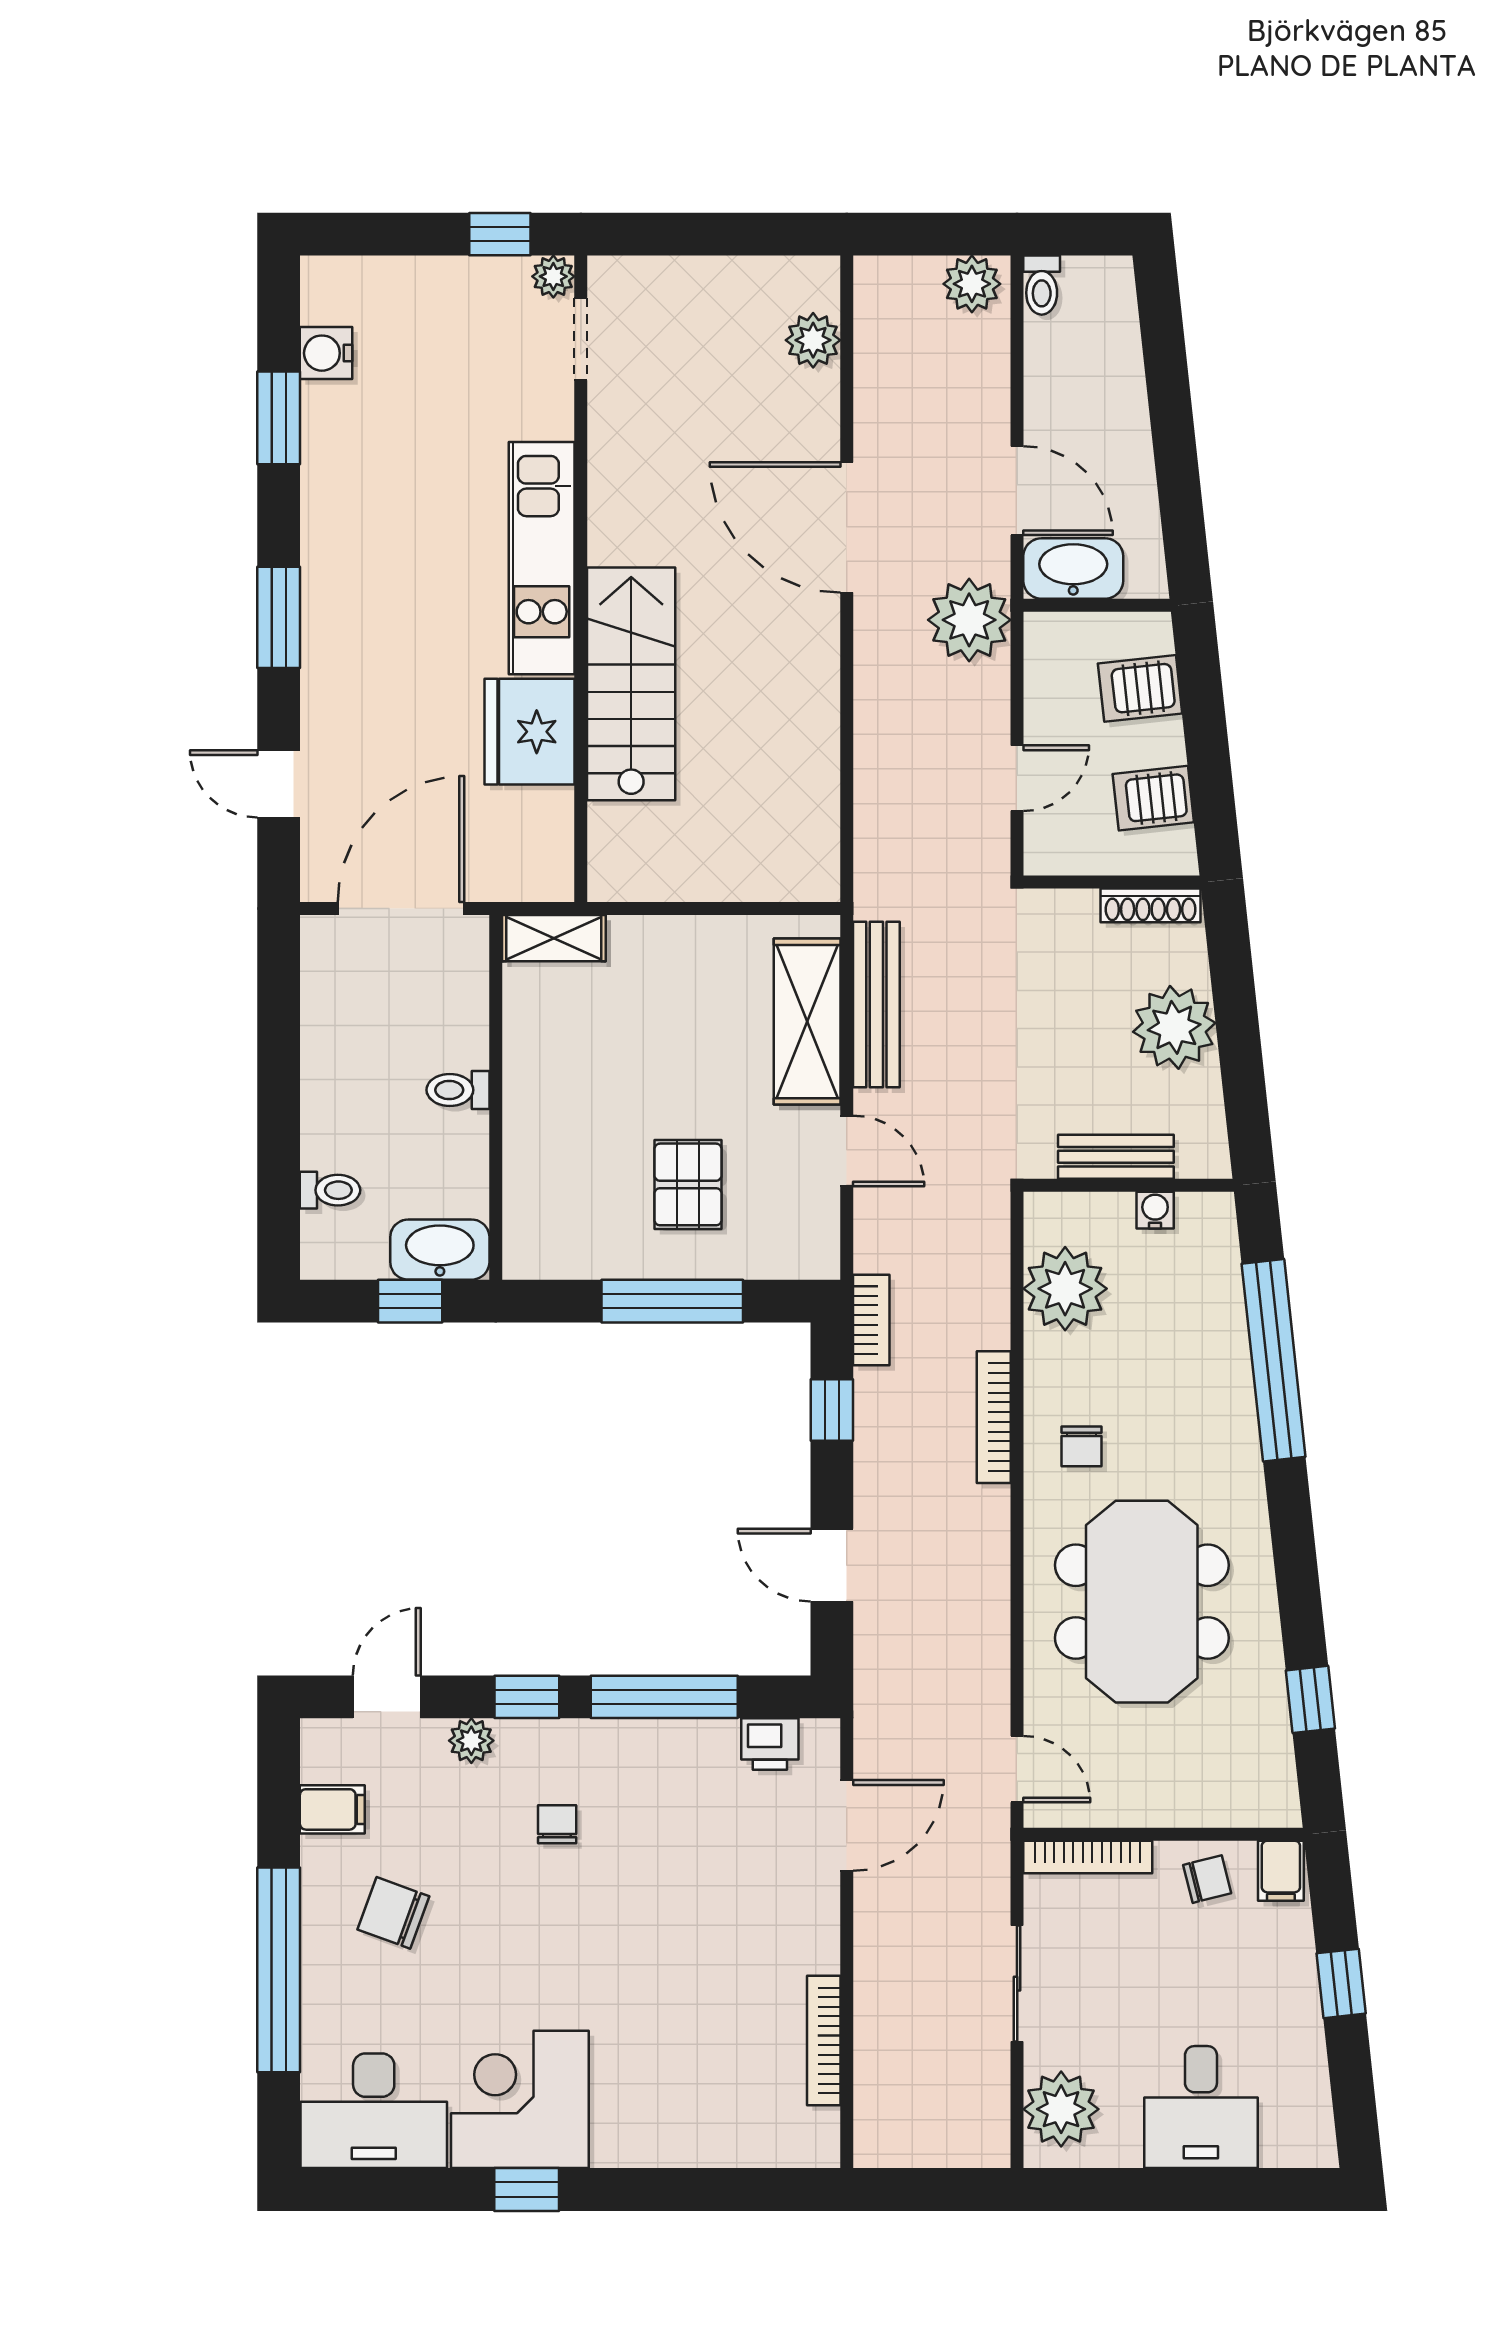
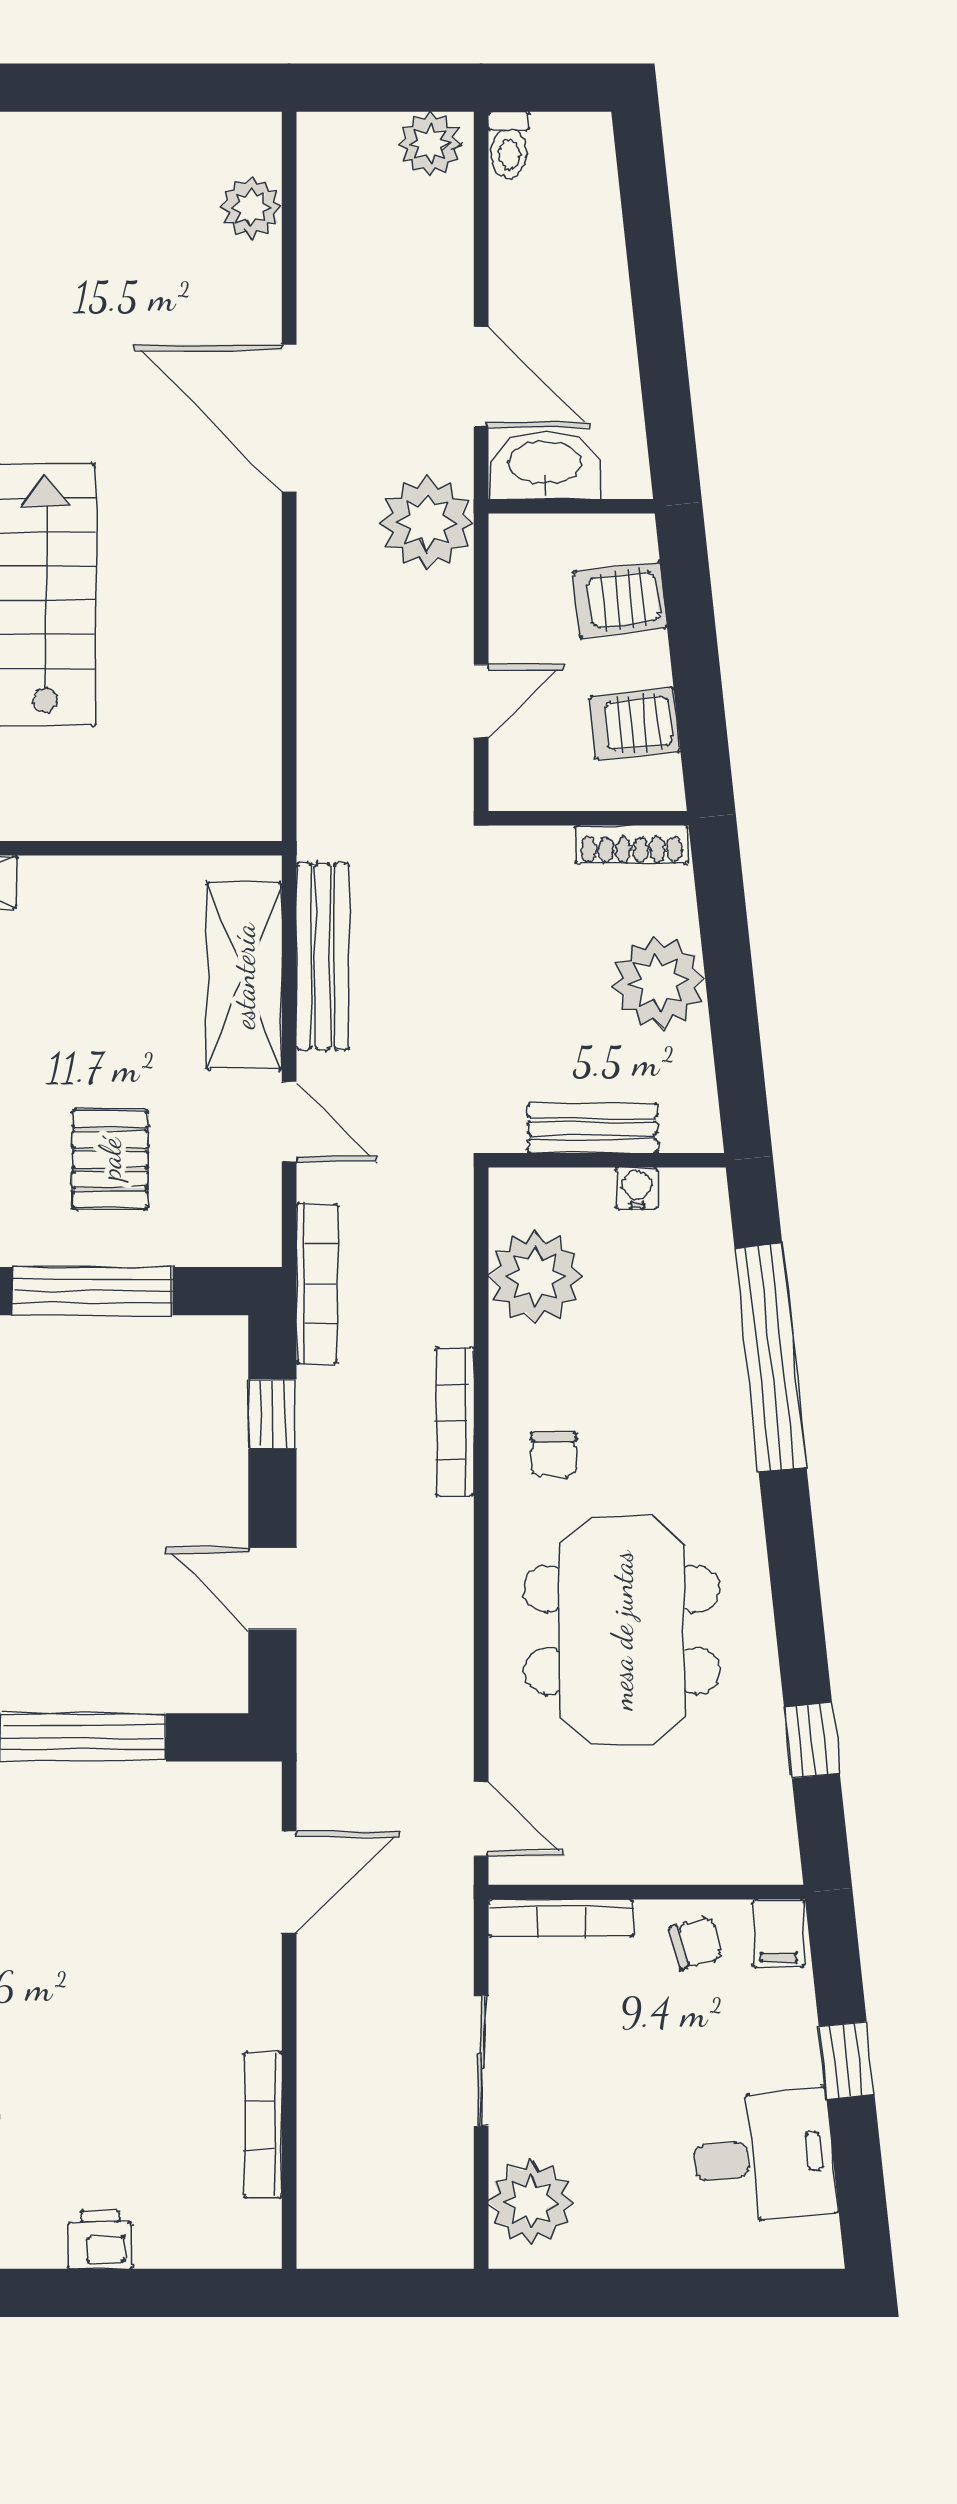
bookcase: (871, 1320) -> (317, 1283), width x1.56
printer: (770, 1744) -> (100, 2240), moved, turned 180
desk: (1201, 2107) -> (764, 2157), moved, turned -96

